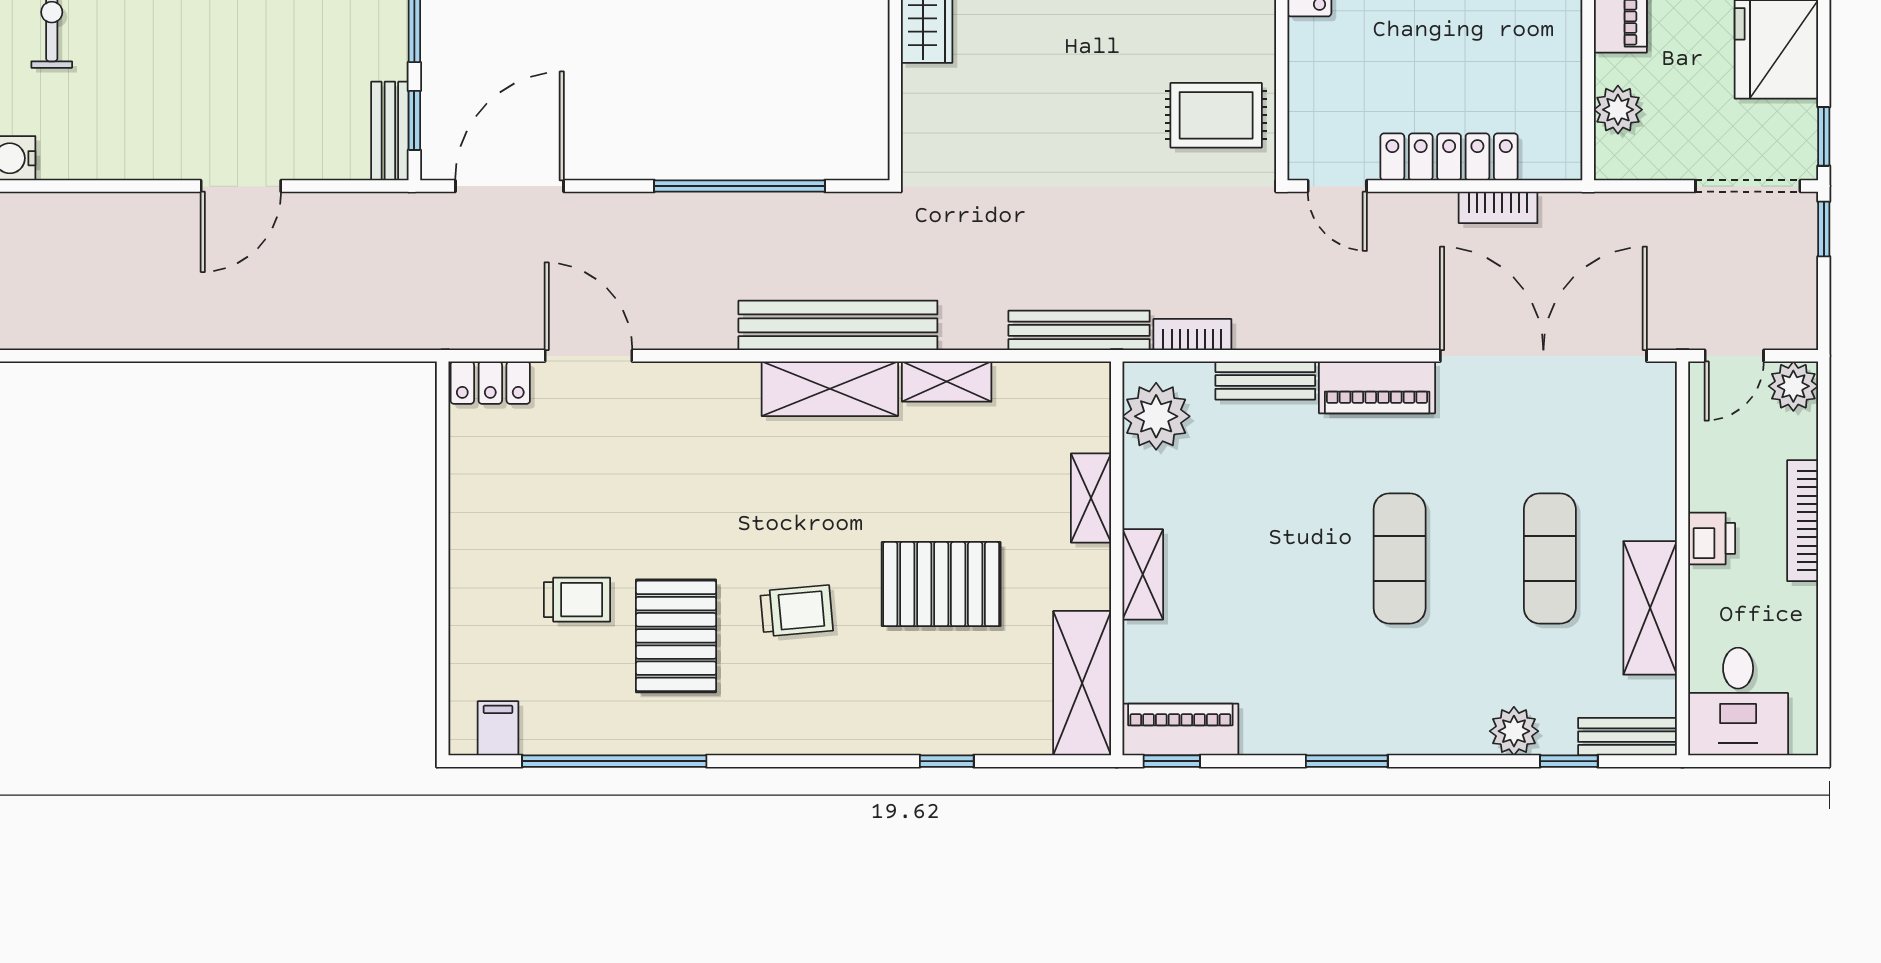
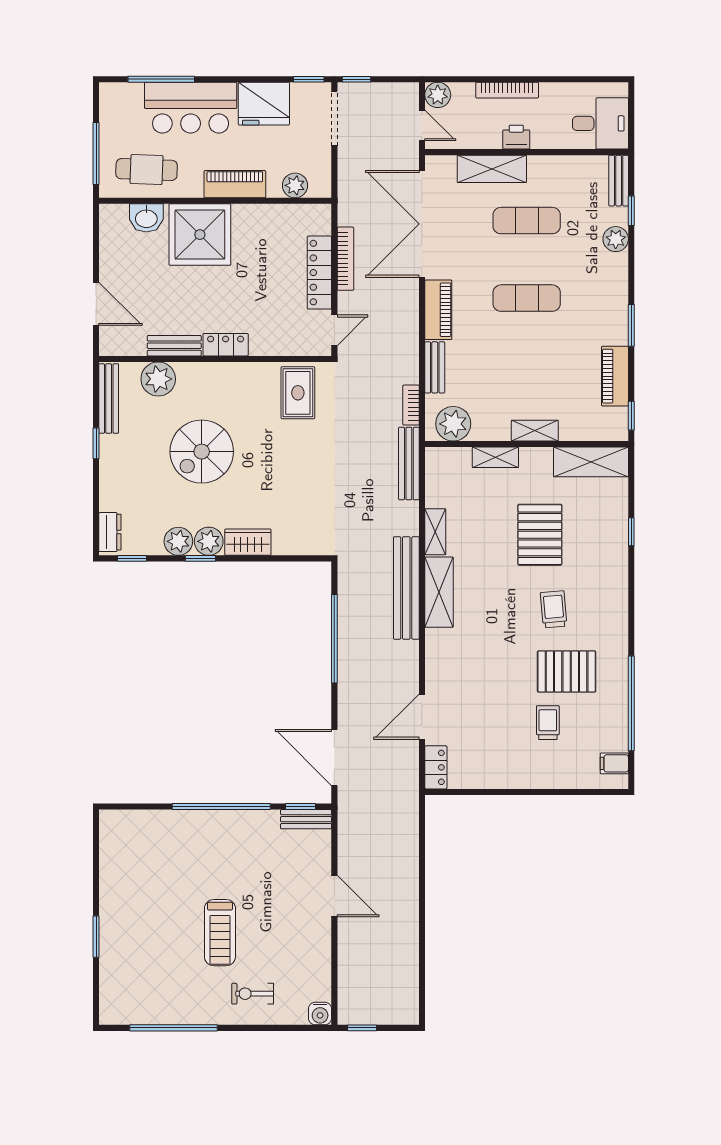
bookcase: (1498, 207) -> (345, 259), width x1.56
shelving: (1650, 608) -> (492, 169), moved
piano: (1180, 730) -> (615, 376), moved

